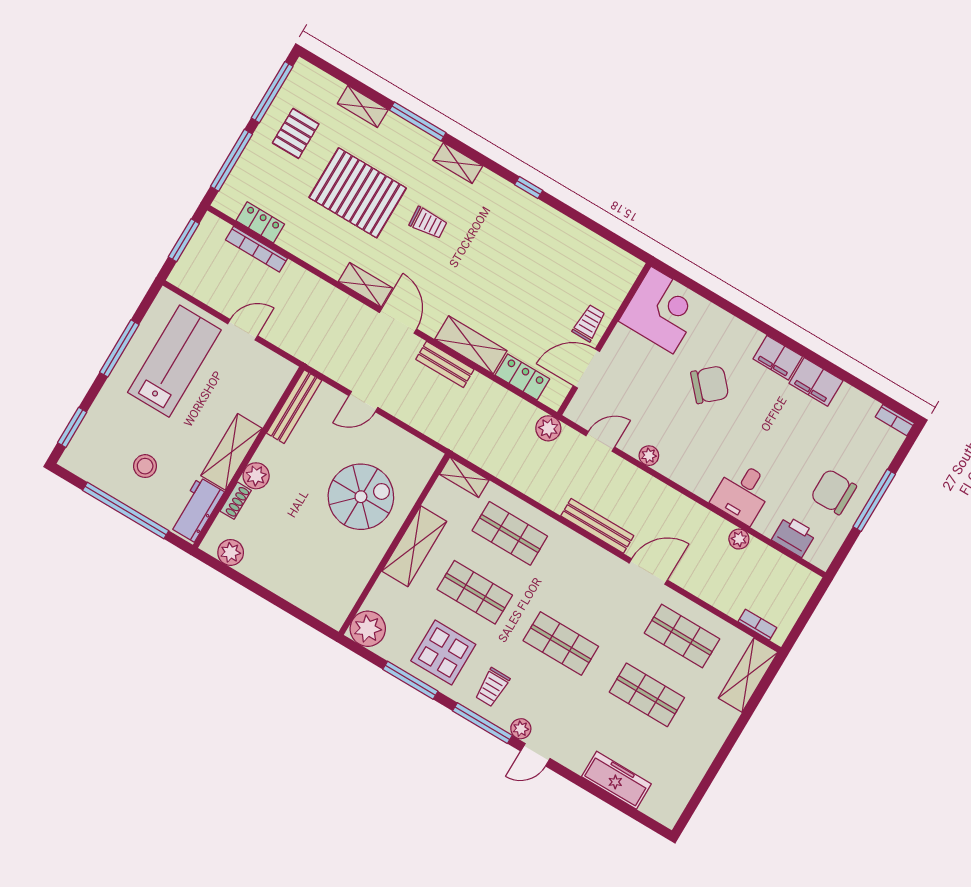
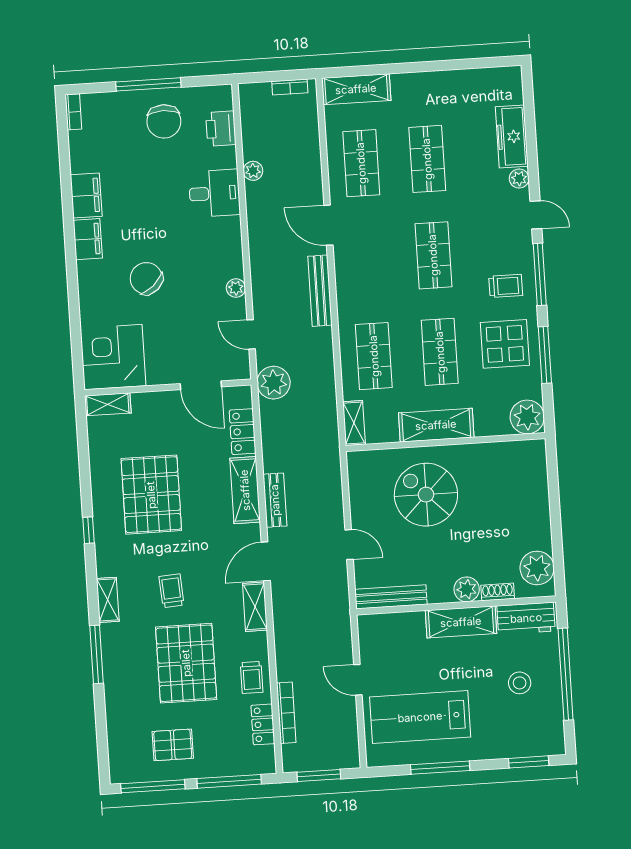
shelving: (363, 107) -> (108, 404), moved, turned 90
pallet: (522, 262) -> (151, 495), added
trolley: (589, 323) -> (252, 677), moved, turned -90
plant: (548, 428) -> (274, 383), width x1.36, depth x1.36
plant: (231, 552) -> (537, 568), width x1.36, depth x1.36
bookcase: (757, 625) -> (290, 87), moved, turned -90
plant: (521, 729) -> (519, 179), moved

